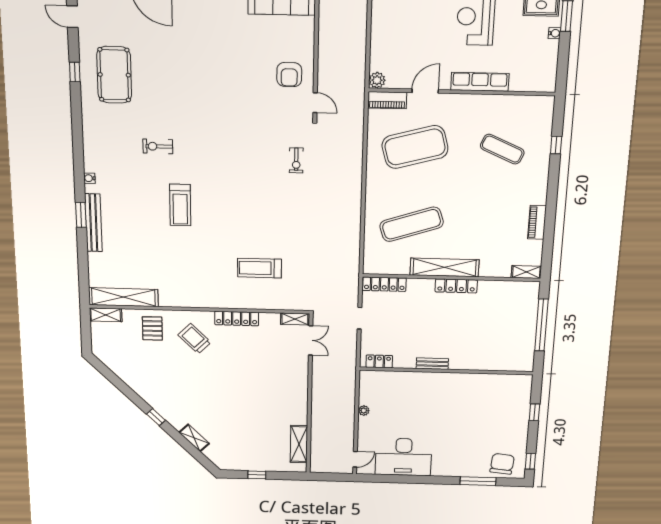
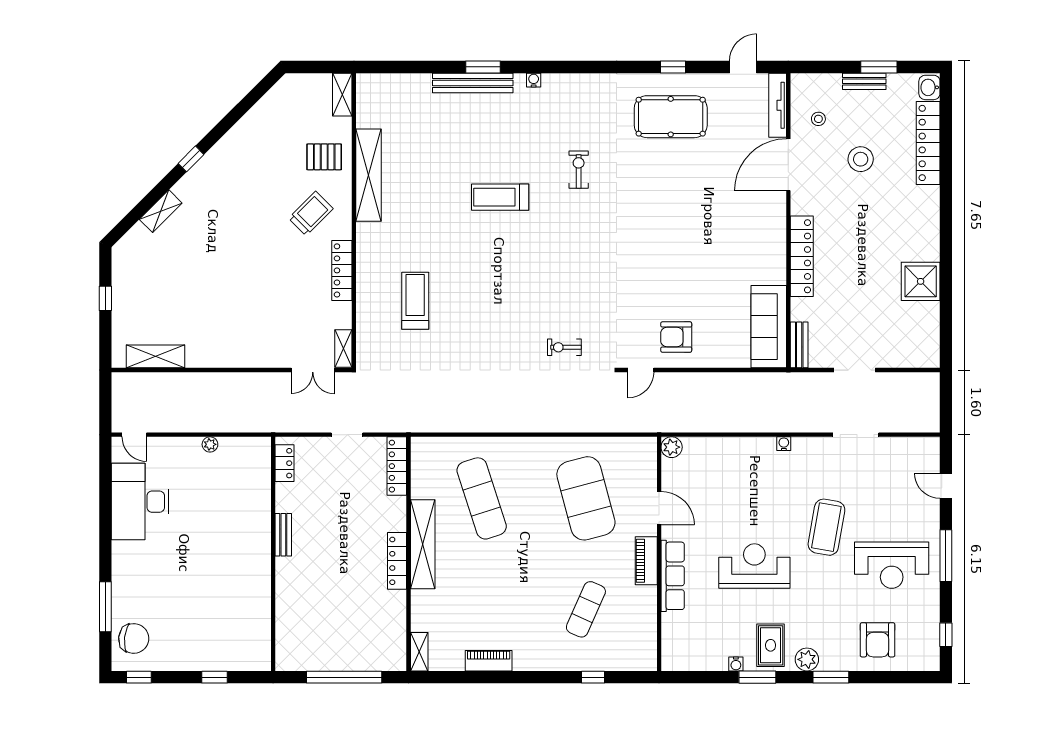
piano: (387, 100) -> (646, 561), moved
shelving: (123, 297) -> (369, 175), moved

